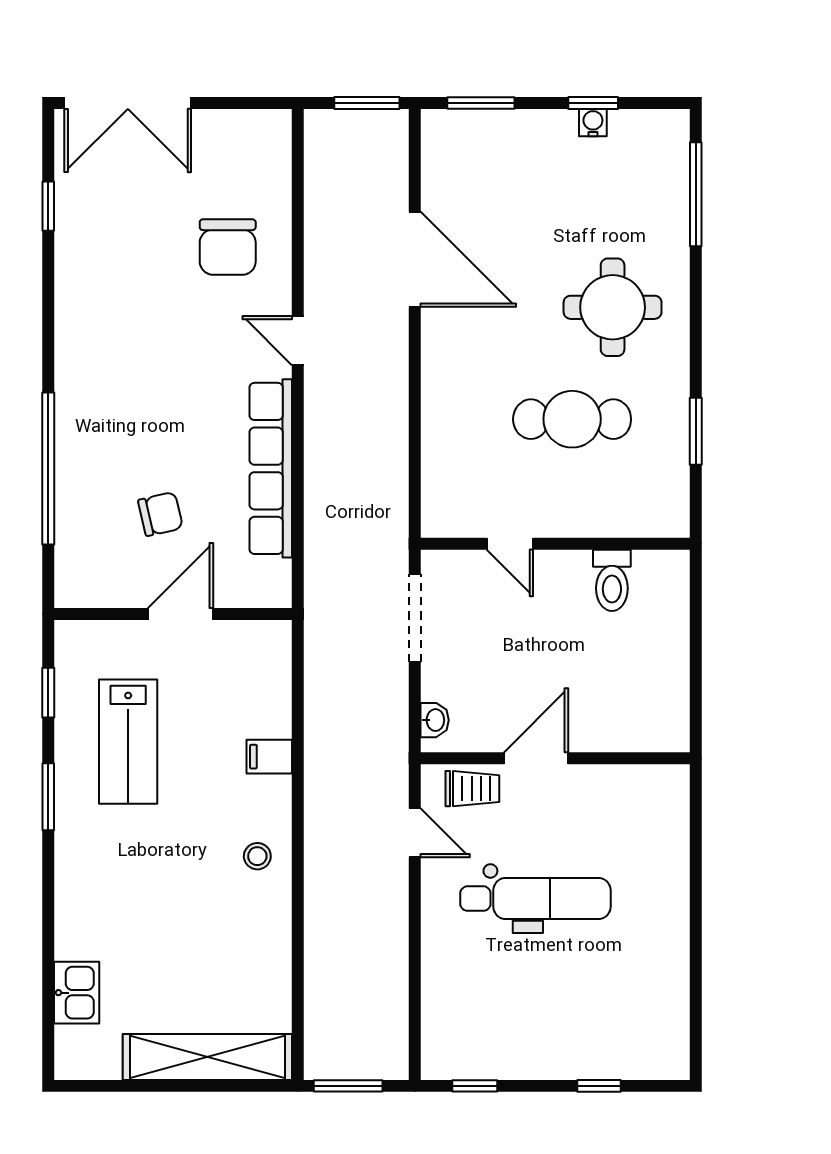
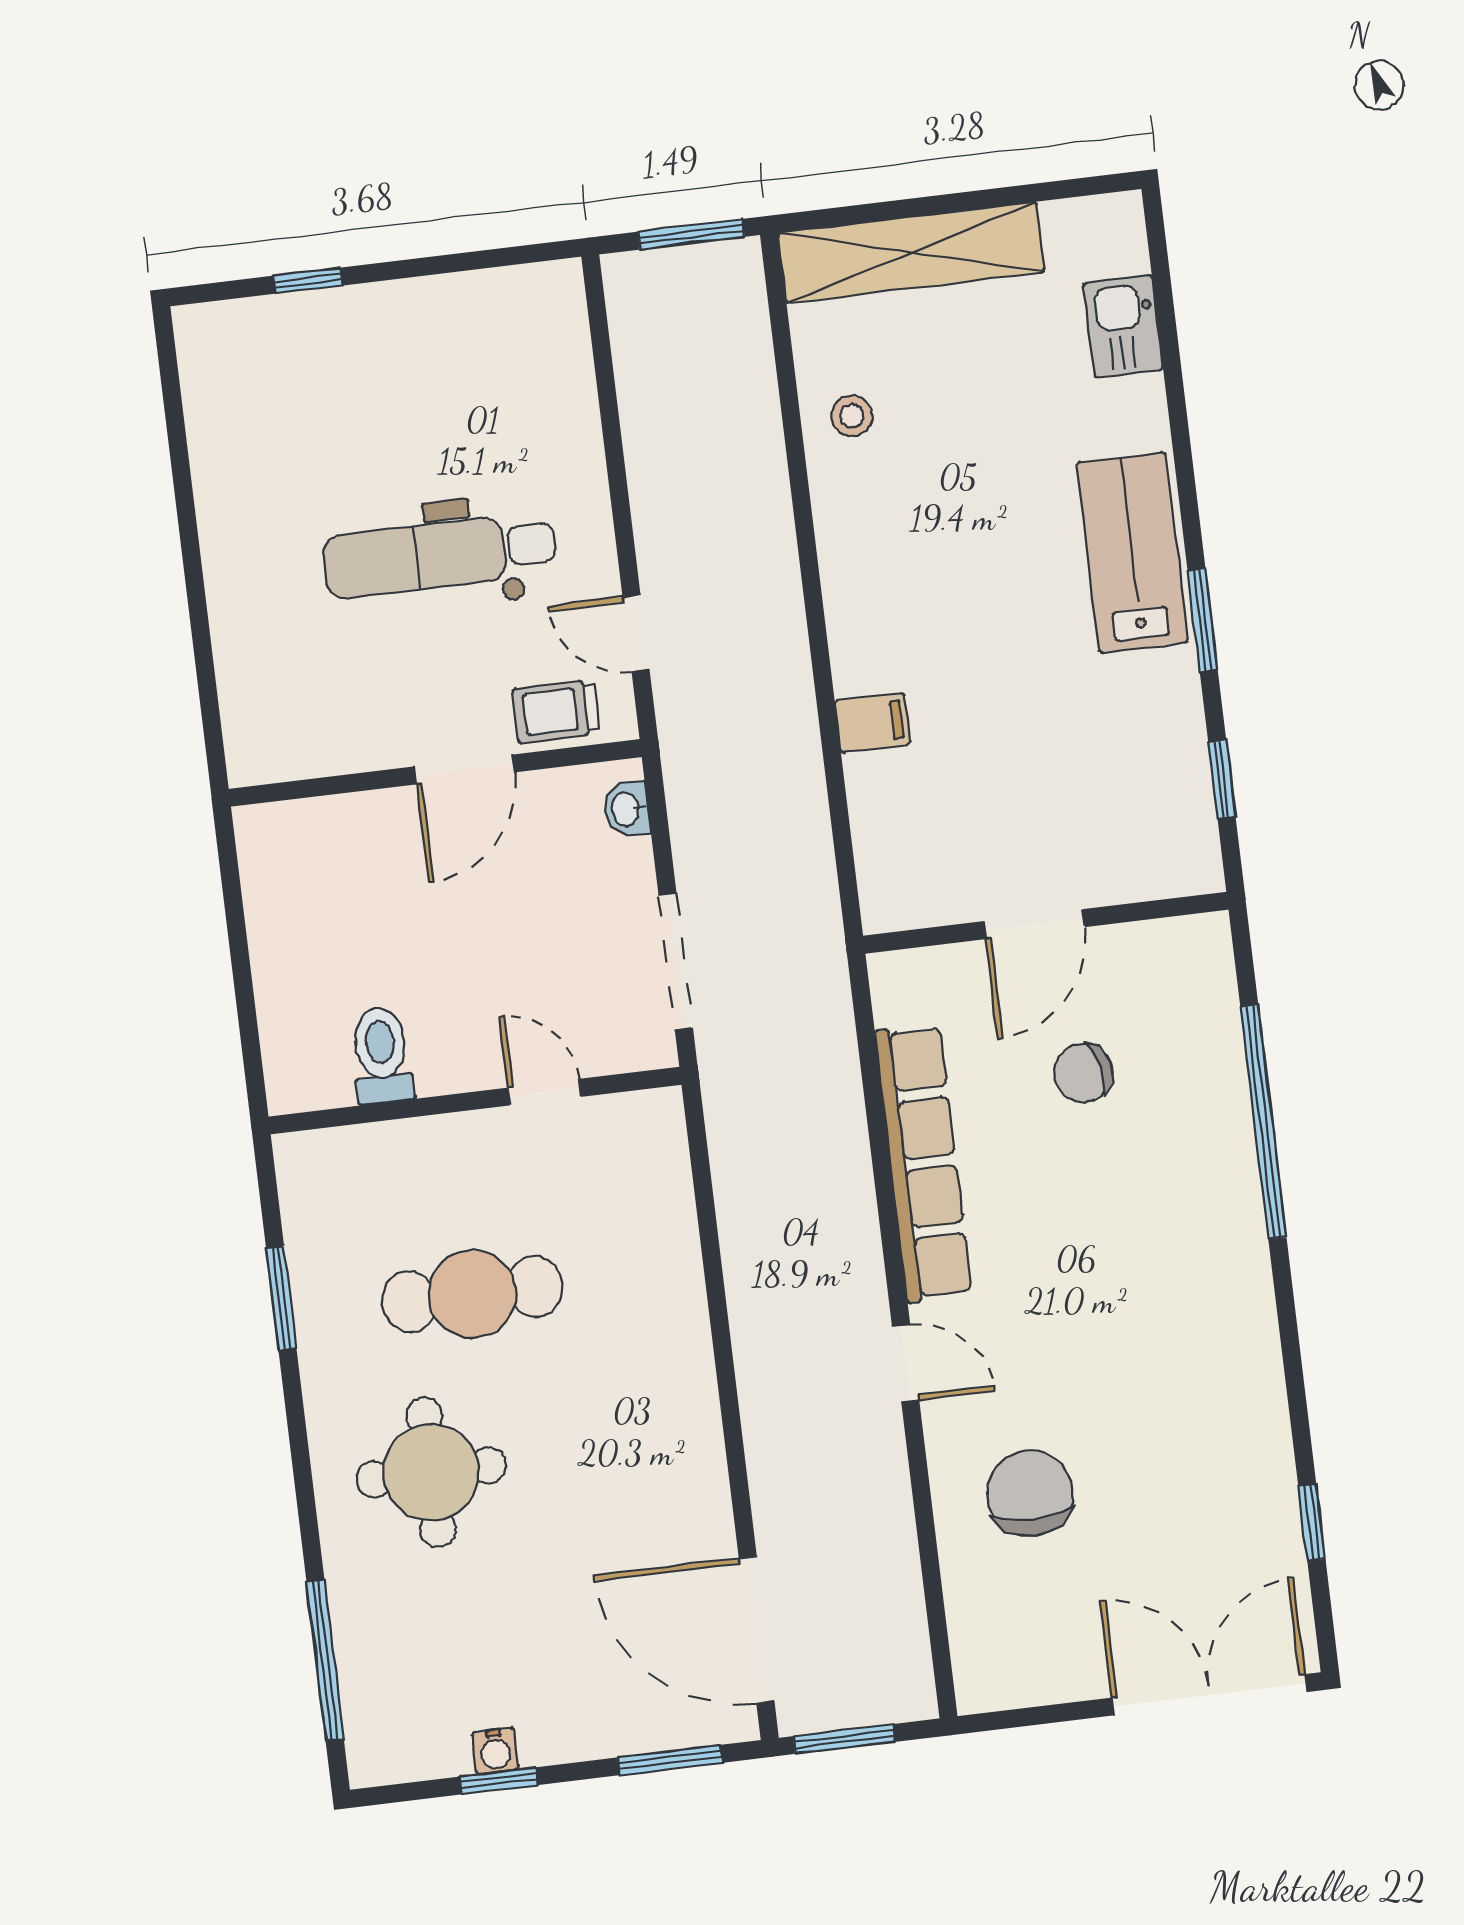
door: (415, 259) -> (757, 1630), moved
lab bench: (128, 742) -> (1132, 553), moved
stool: (257, 856) -> (852, 416), moved
window: (475, 1086) -> (498, 258), removed

